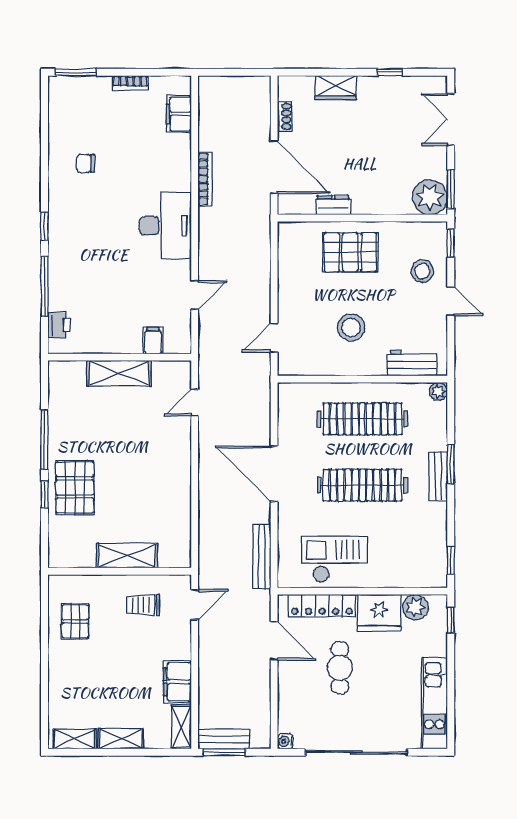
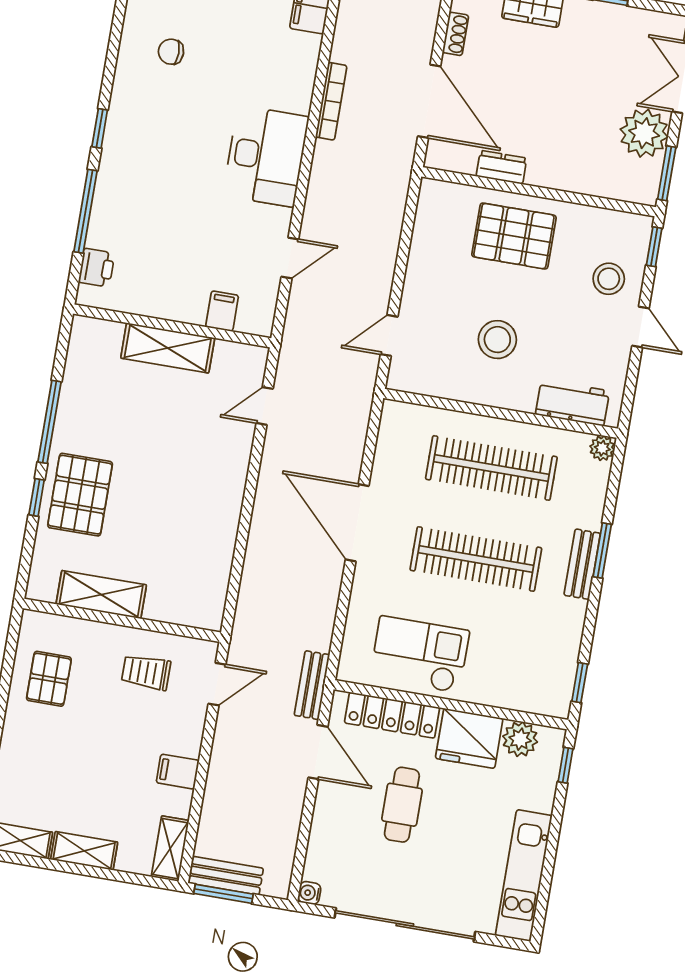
plant: (430, 197) -> (644, 133), moved
shelving: (127, 556) -> (101, 595), moved
bench: (262, 557) -> (312, 685), moved, width x0.73
filing cabinet: (177, 682) -> (178, 772), width x0.50

